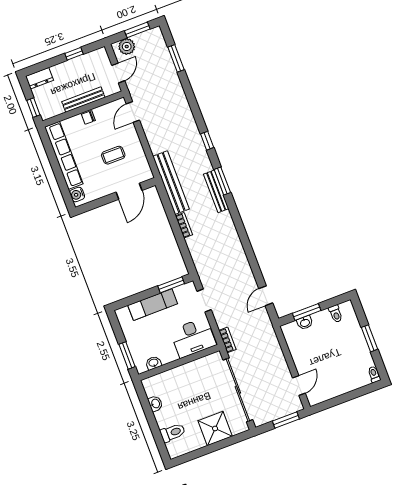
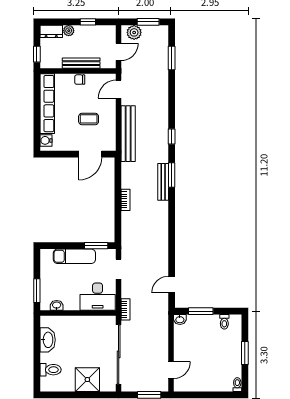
plant: (57, 70) -> (69, 31), added
bench: (171, 183) -> (128, 134), moved
washbasin: (305, 323) -> (180, 319), moved
washbasin: (155, 404) -> (48, 340), width x1.91, depth x1.45

